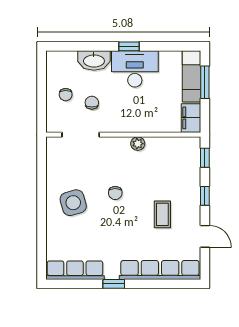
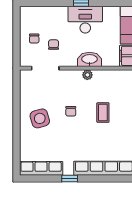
washbasin: (94, 60) -> (90, 59), moved, turned 180
coffee table: (162, 214) -> (103, 113), moved

